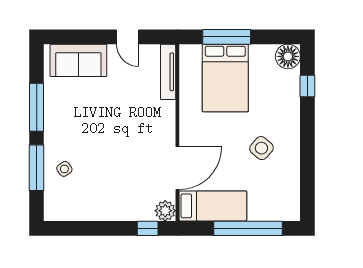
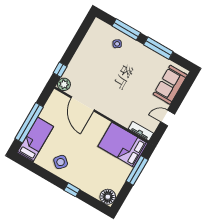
tv unit: (168, 72) -> (141, 131), width x0.71
bed: (225, 78) -> (123, 145), moved
window: (307, 86) -> (72, 190), moved
side table: (261, 148) -> (61, 162), moved
bed: (213, 206) -> (35, 139), moved, turned 180

